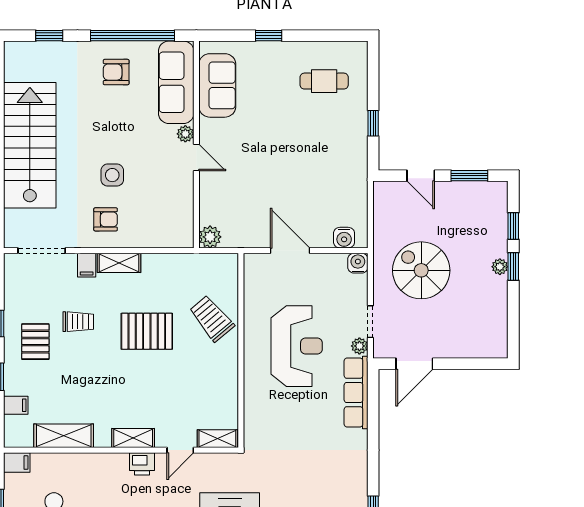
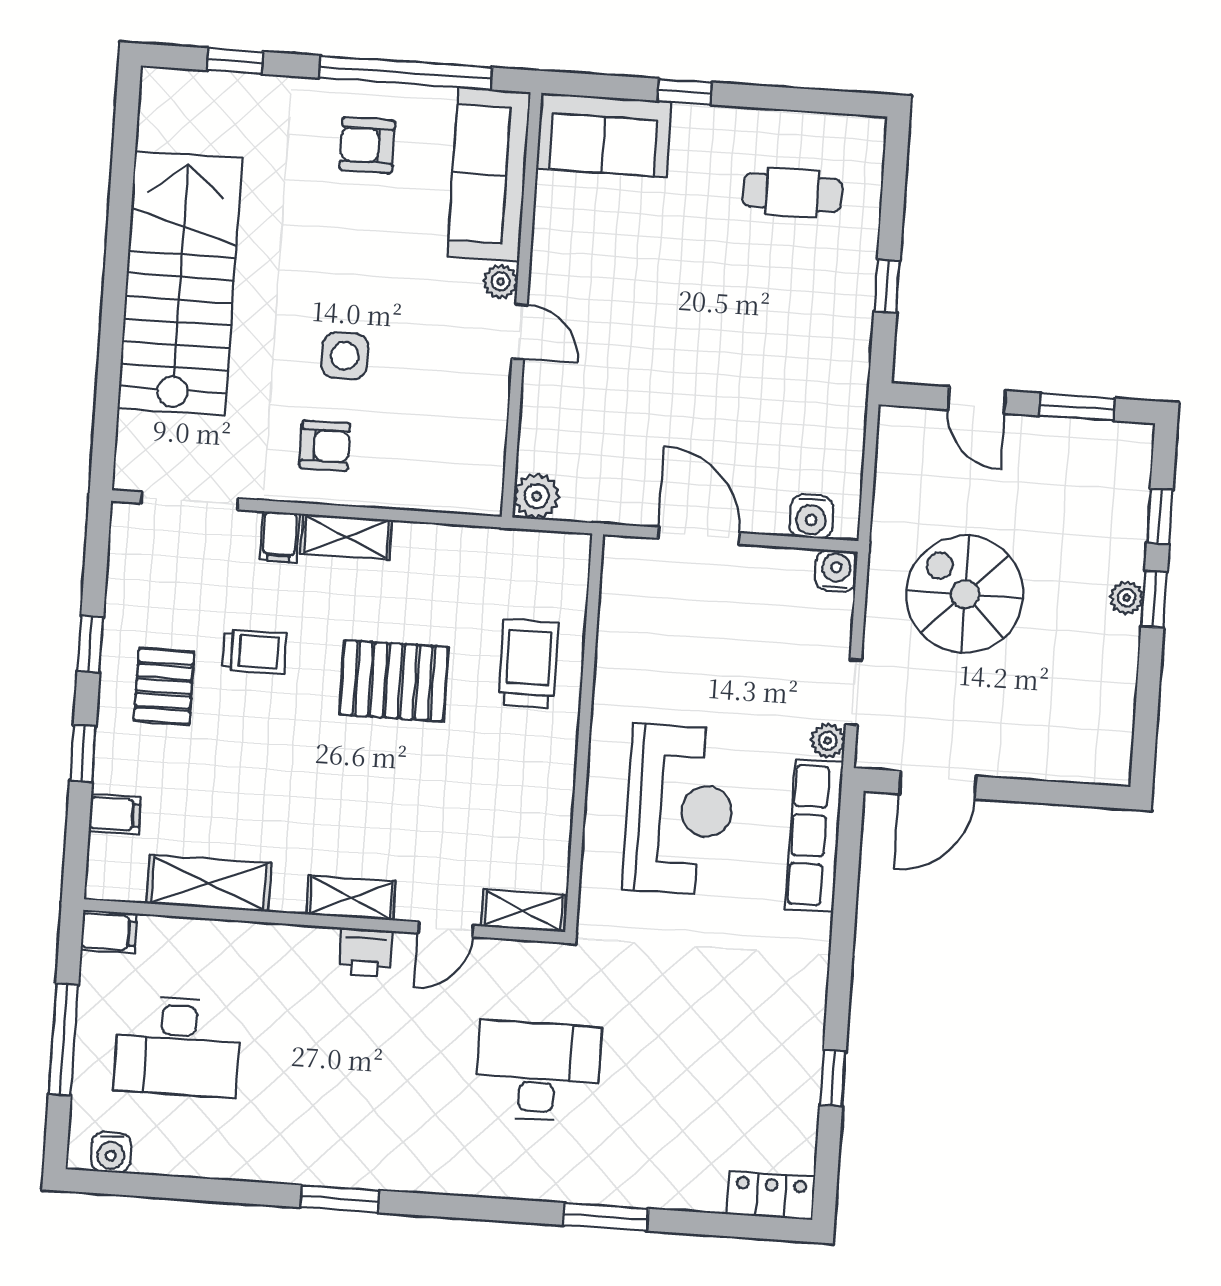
sofa: (217, 85) -> (604, 135), moved, turned 90
trolley: (212, 318) -> (529, 664), turned 40
reception desk: (297, 346) -> (679, 810), moved

